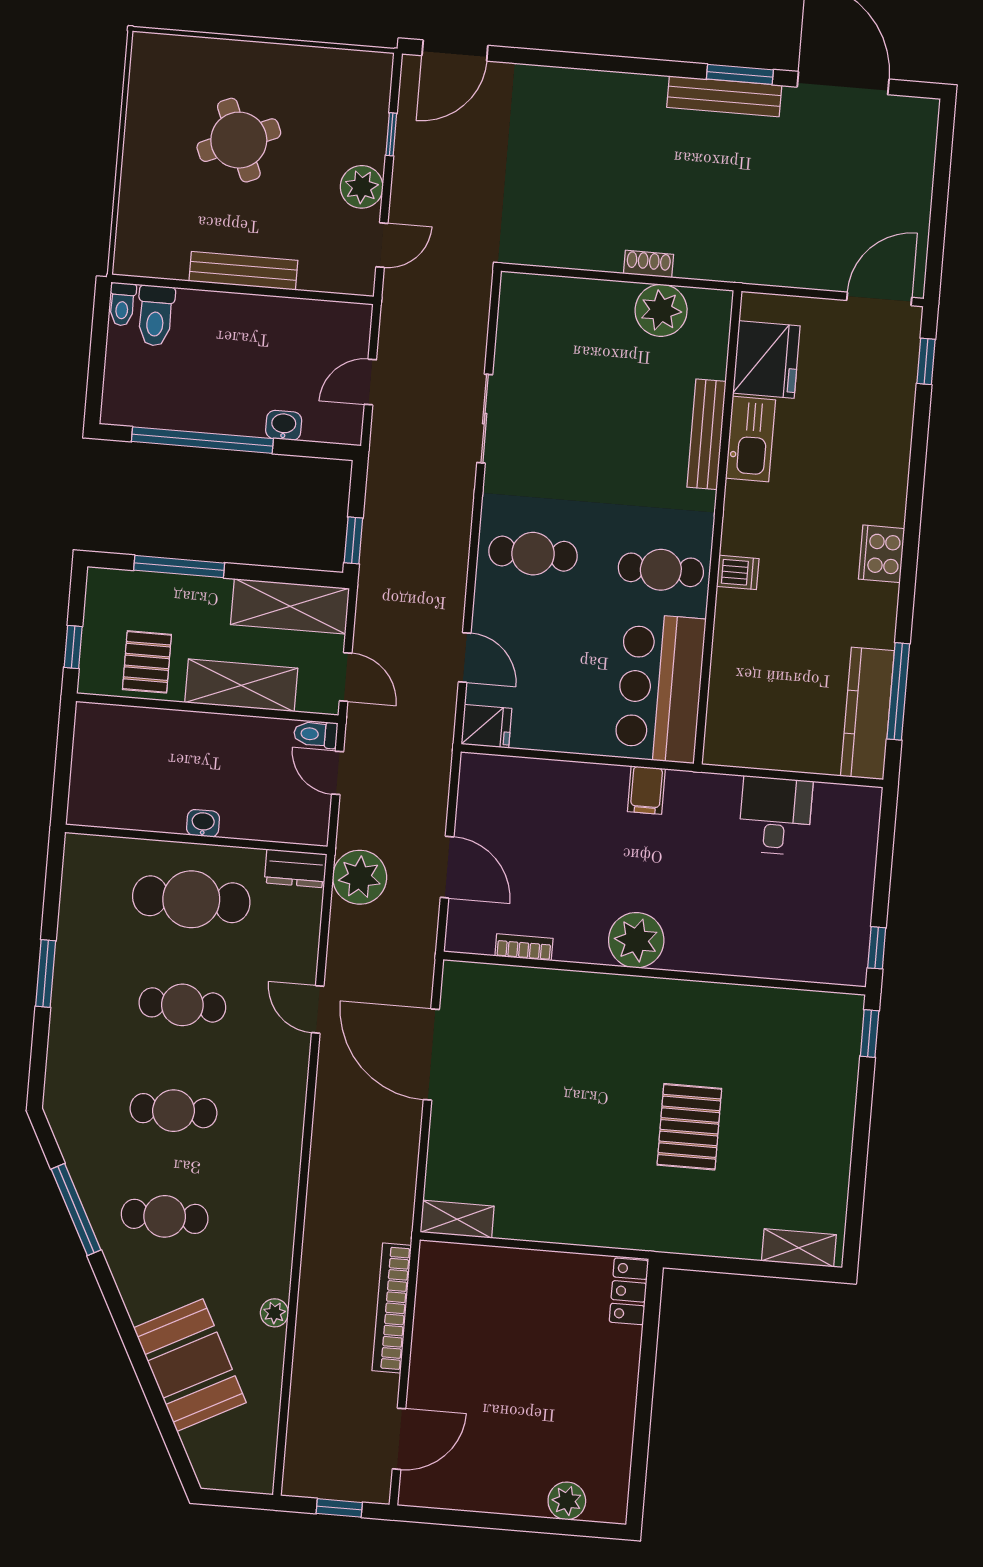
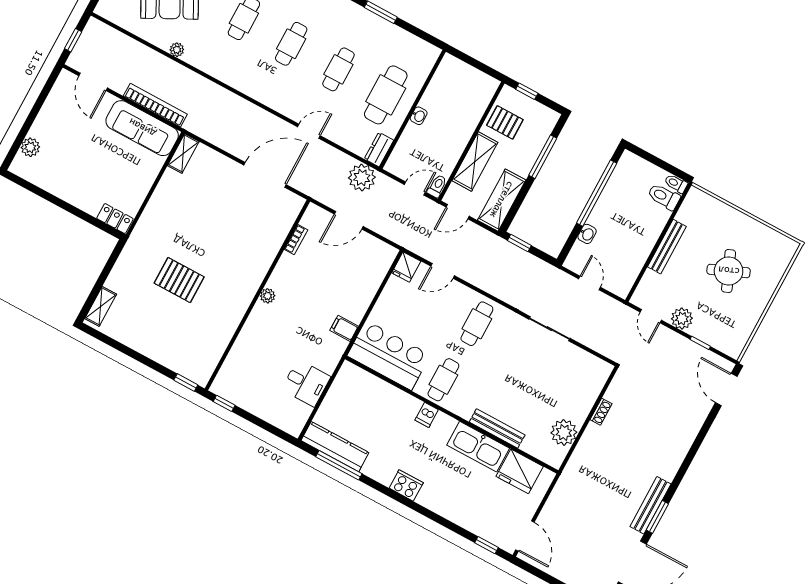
shoe rack: (648, 264) -> (601, 412), moved
kitchen sink: (751, 439) -> (478, 447), width x1.36, depth x1.24
plant: (636, 940) -> (268, 296), width x0.53, depth x0.53
sofa: (444, 1314) -> (142, 128), added

